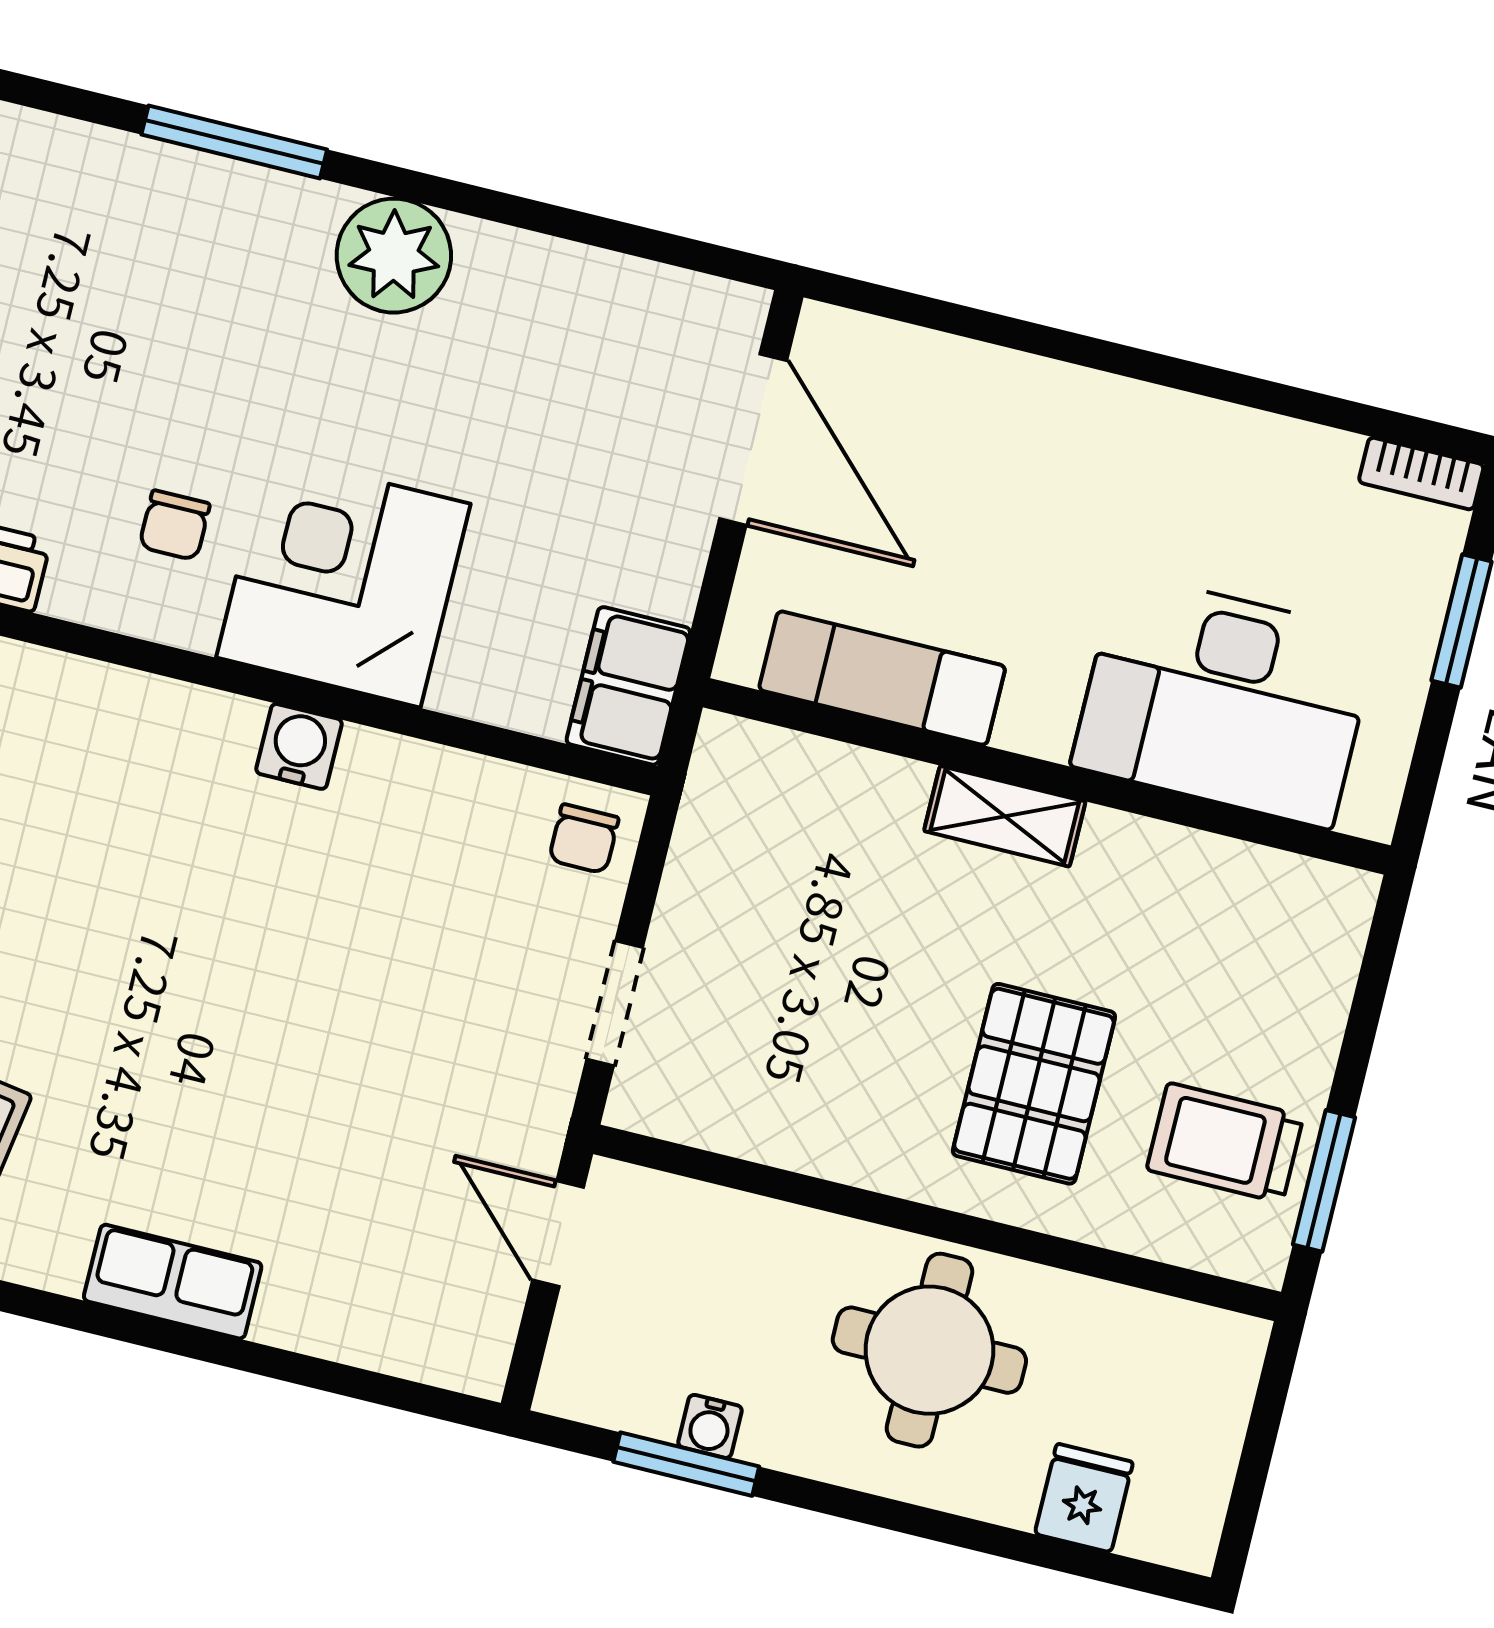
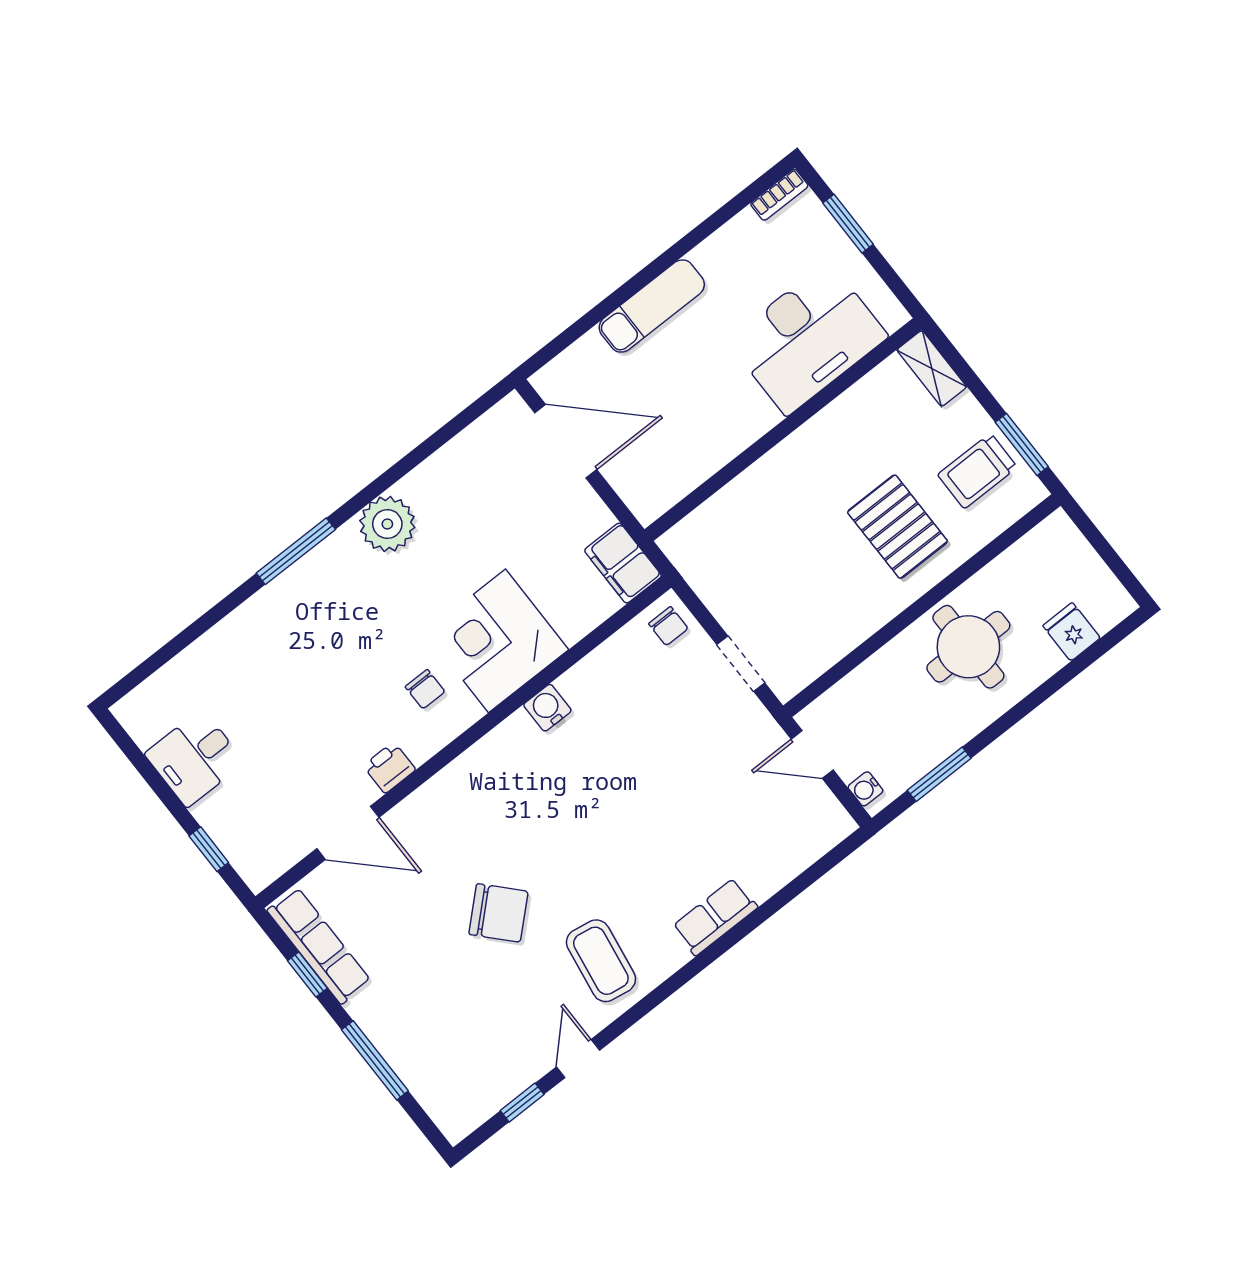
exam couch: (882, 678) -> (652, 306), moved, turned 180
shelving: (1005, 816) -> (932, 368), moved, turned 90
water cooler: (710, 1426) -> (865, 789), moved, turned 90

